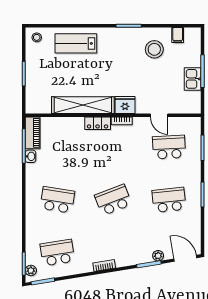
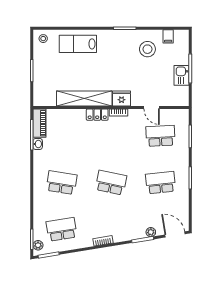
school desk: (113, 200) -> (111, 183), turned 33

